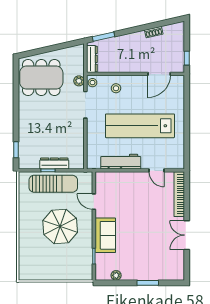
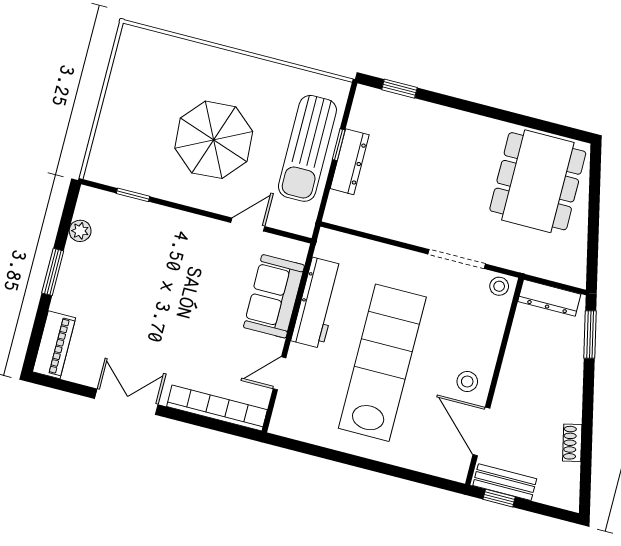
bench: (179, 58) -> (505, 482), added
plant: (79, 81) -> (510, 259), removed
stool: (116, 88) -> (467, 382), moved
sofa: (105, 235) -> (274, 296), moved, turned 90
piano: (170, 274) -> (54, 345), added
window: (148, 283) -> (53, 272), moved

